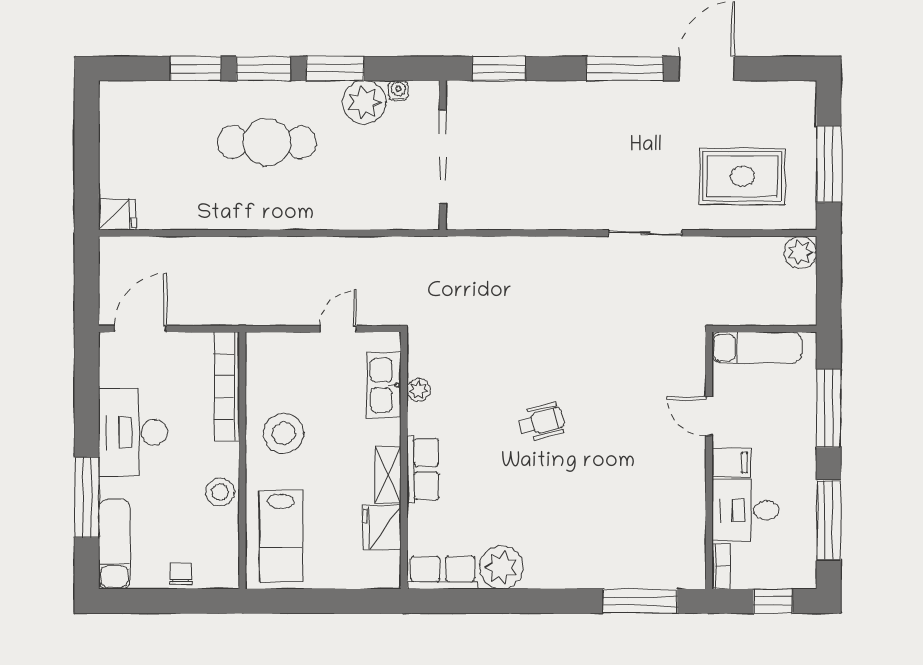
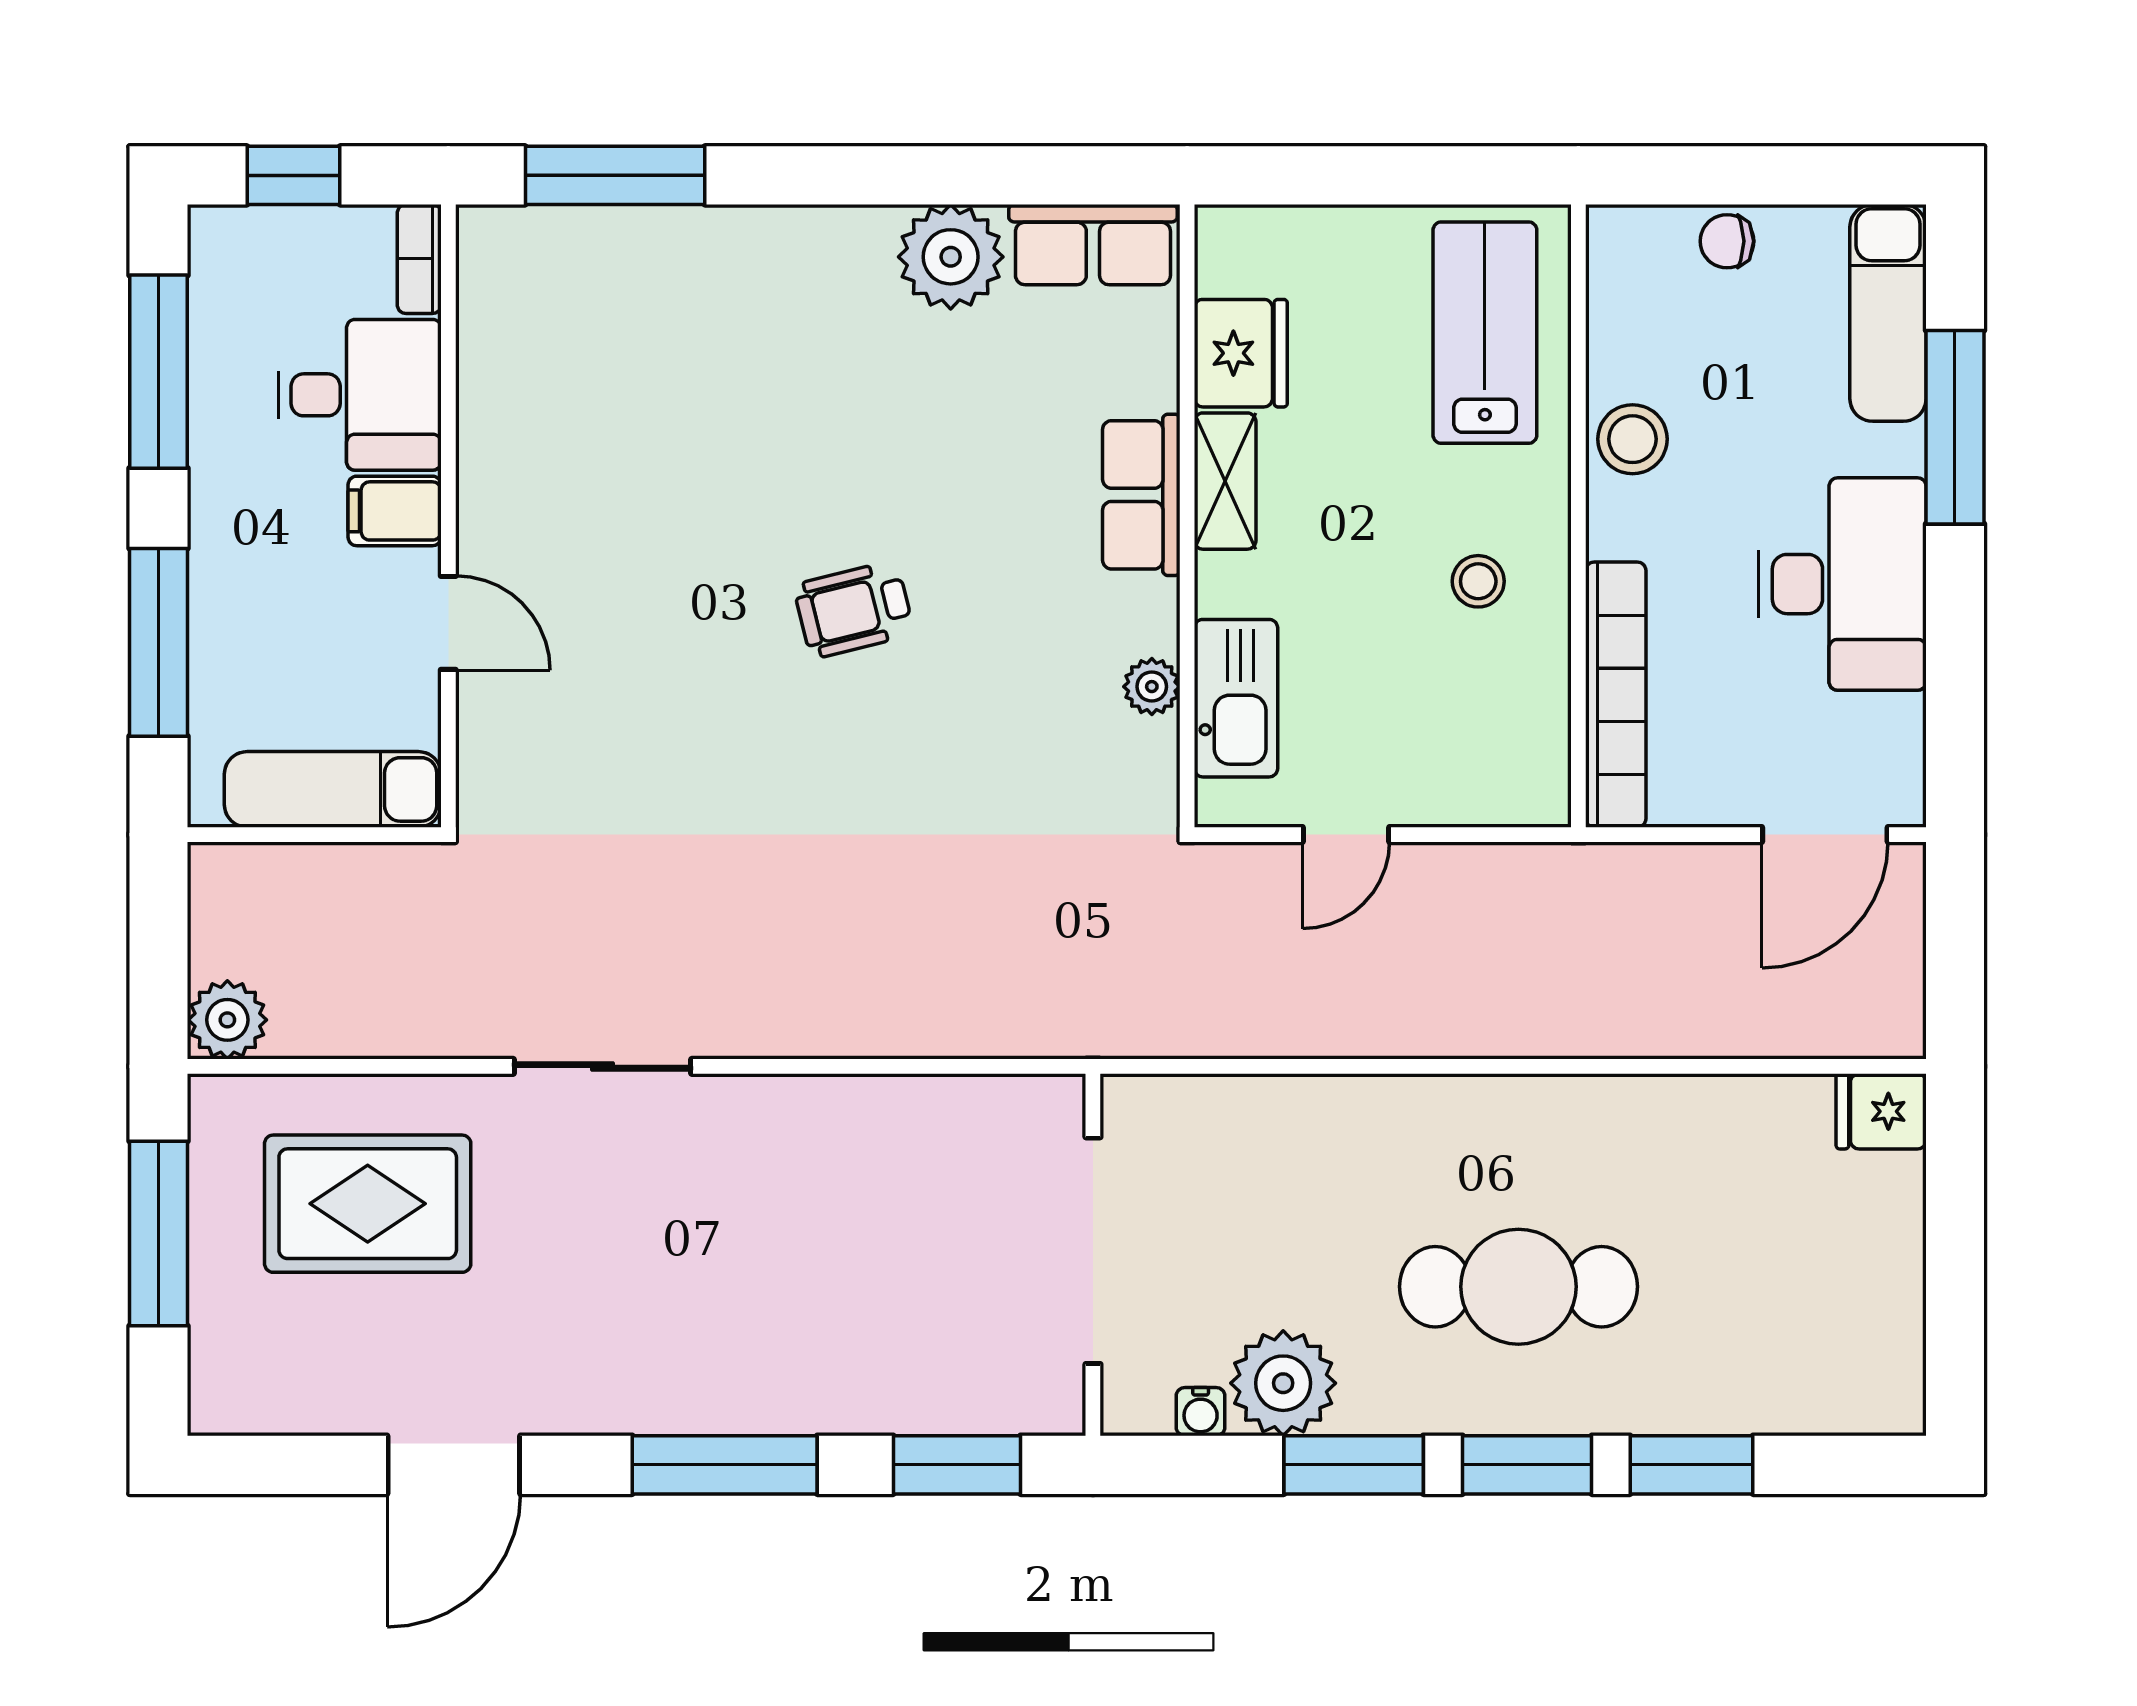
window: (625, 69) -> (725, 1465), moved
stool: (284, 433) -> (1478, 581), width x0.53, depth x0.53
chair: (181, 574) -> (1727, 241), turned 90

